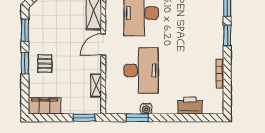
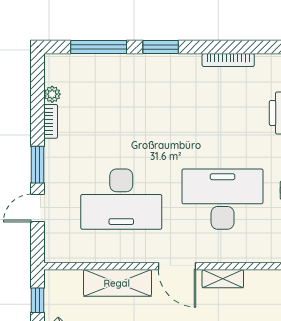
shelving: (96, 85) -> (223, 279), moved

